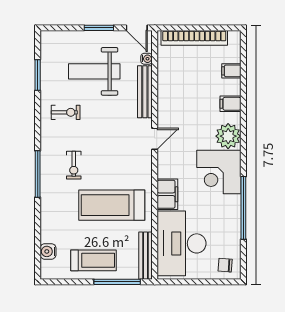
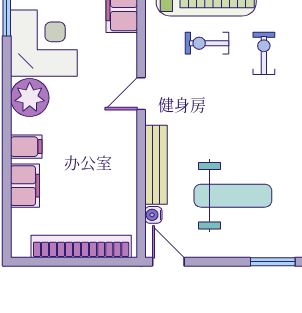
window: (99, 28) -> (273, 262), moved
filing cabinet: (231, 71) -> (25, 186), width x2.00
exercise bike: (66, 112) -> (207, 43), moved

